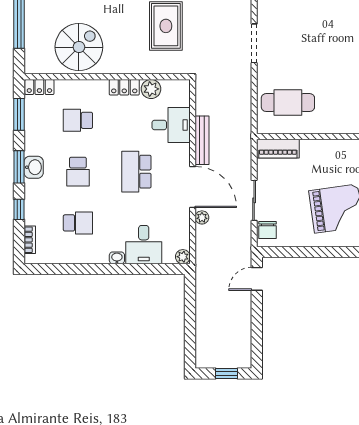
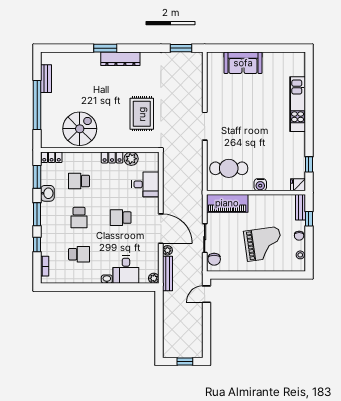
water cooler: (332, 125) -> (260, 185), added
bench: (202, 140) -> (167, 273), moved
piano: (278, 149) -> (227, 203), width x1.37, depth x1.33
washbasin: (34, 167) -> (47, 193), moved
school desk: (136, 172) -> (121, 218), width x0.54

